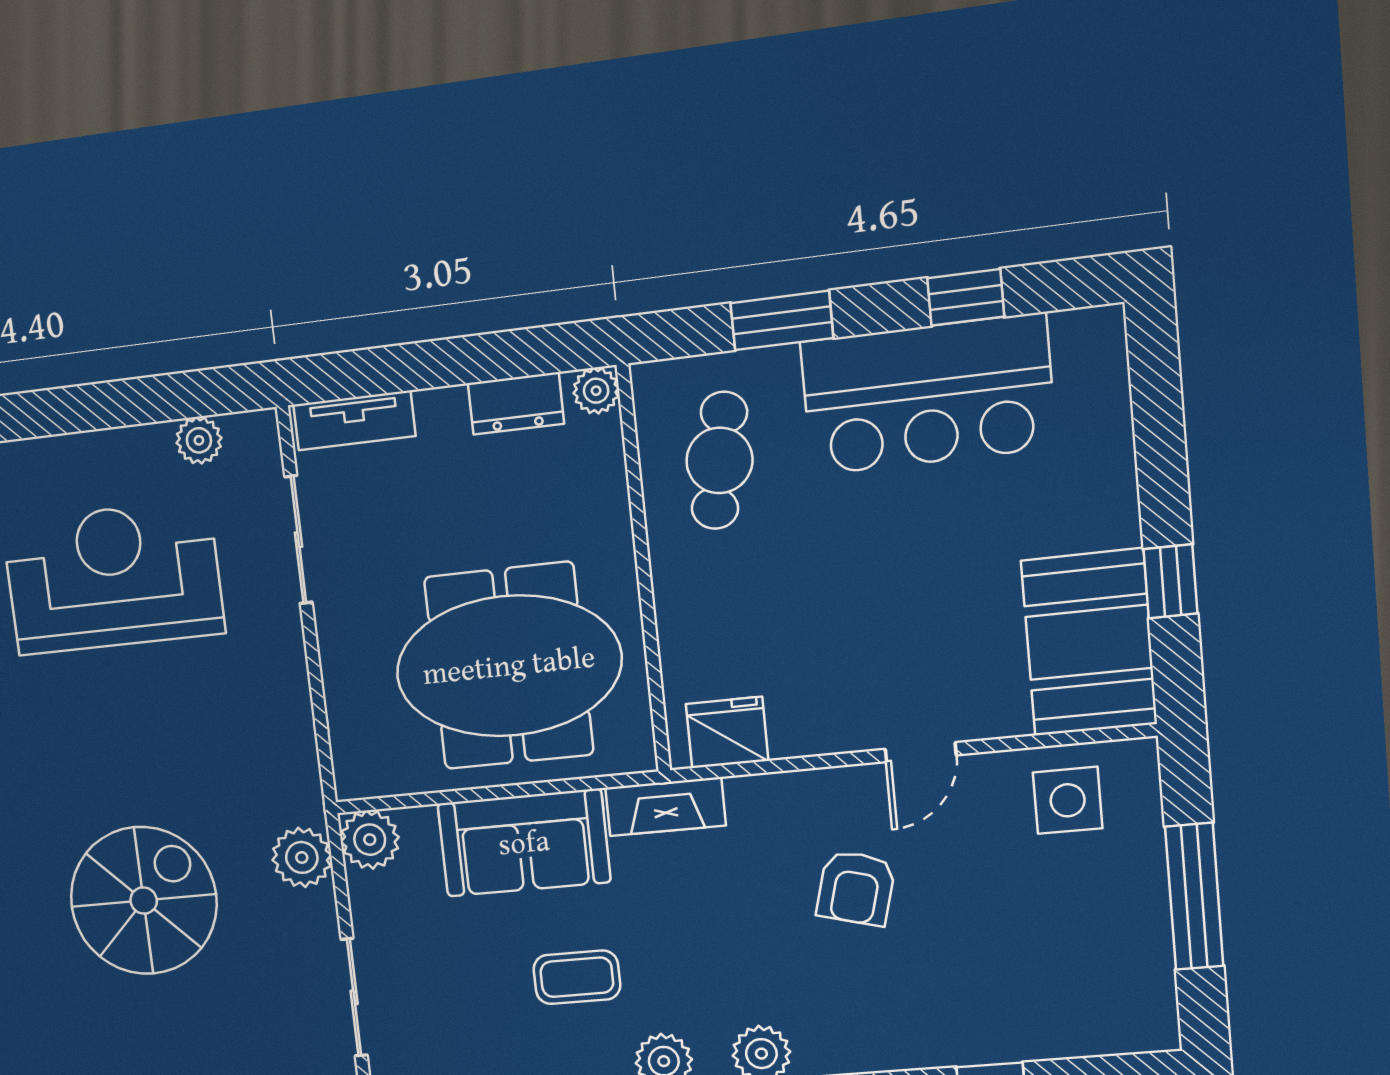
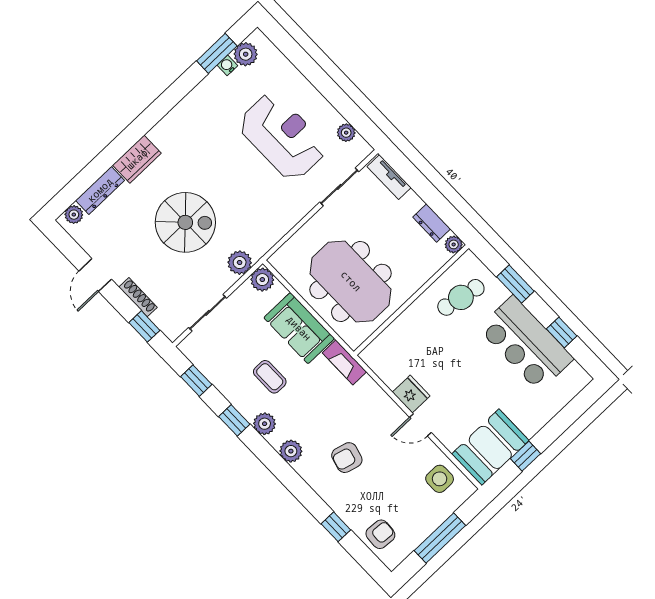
fridge: (727, 732) -> (411, 394), moved
armchair: (856, 888) -> (347, 458), moved
armchair: (1083, 1011) -> (380, 534), added

